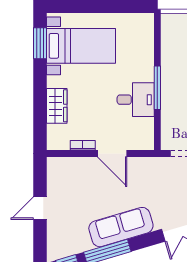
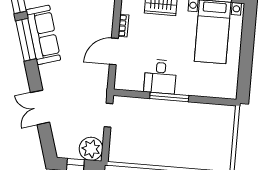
sofa: (121, 227) -> (43, 35), moved

